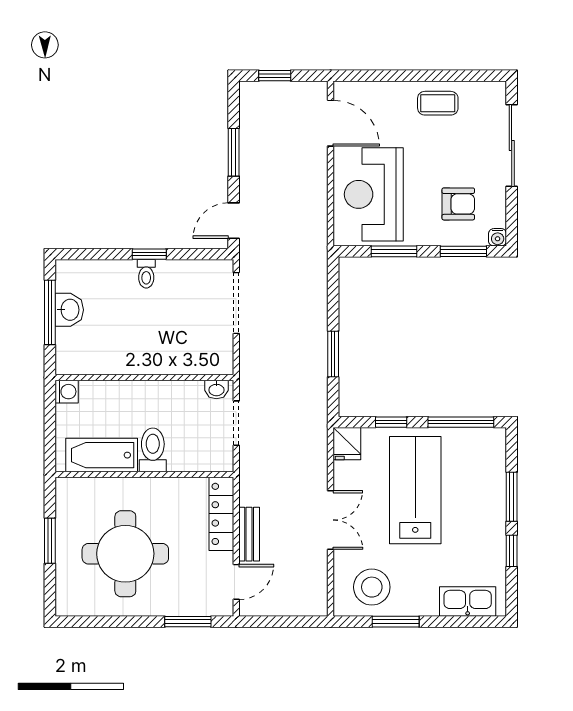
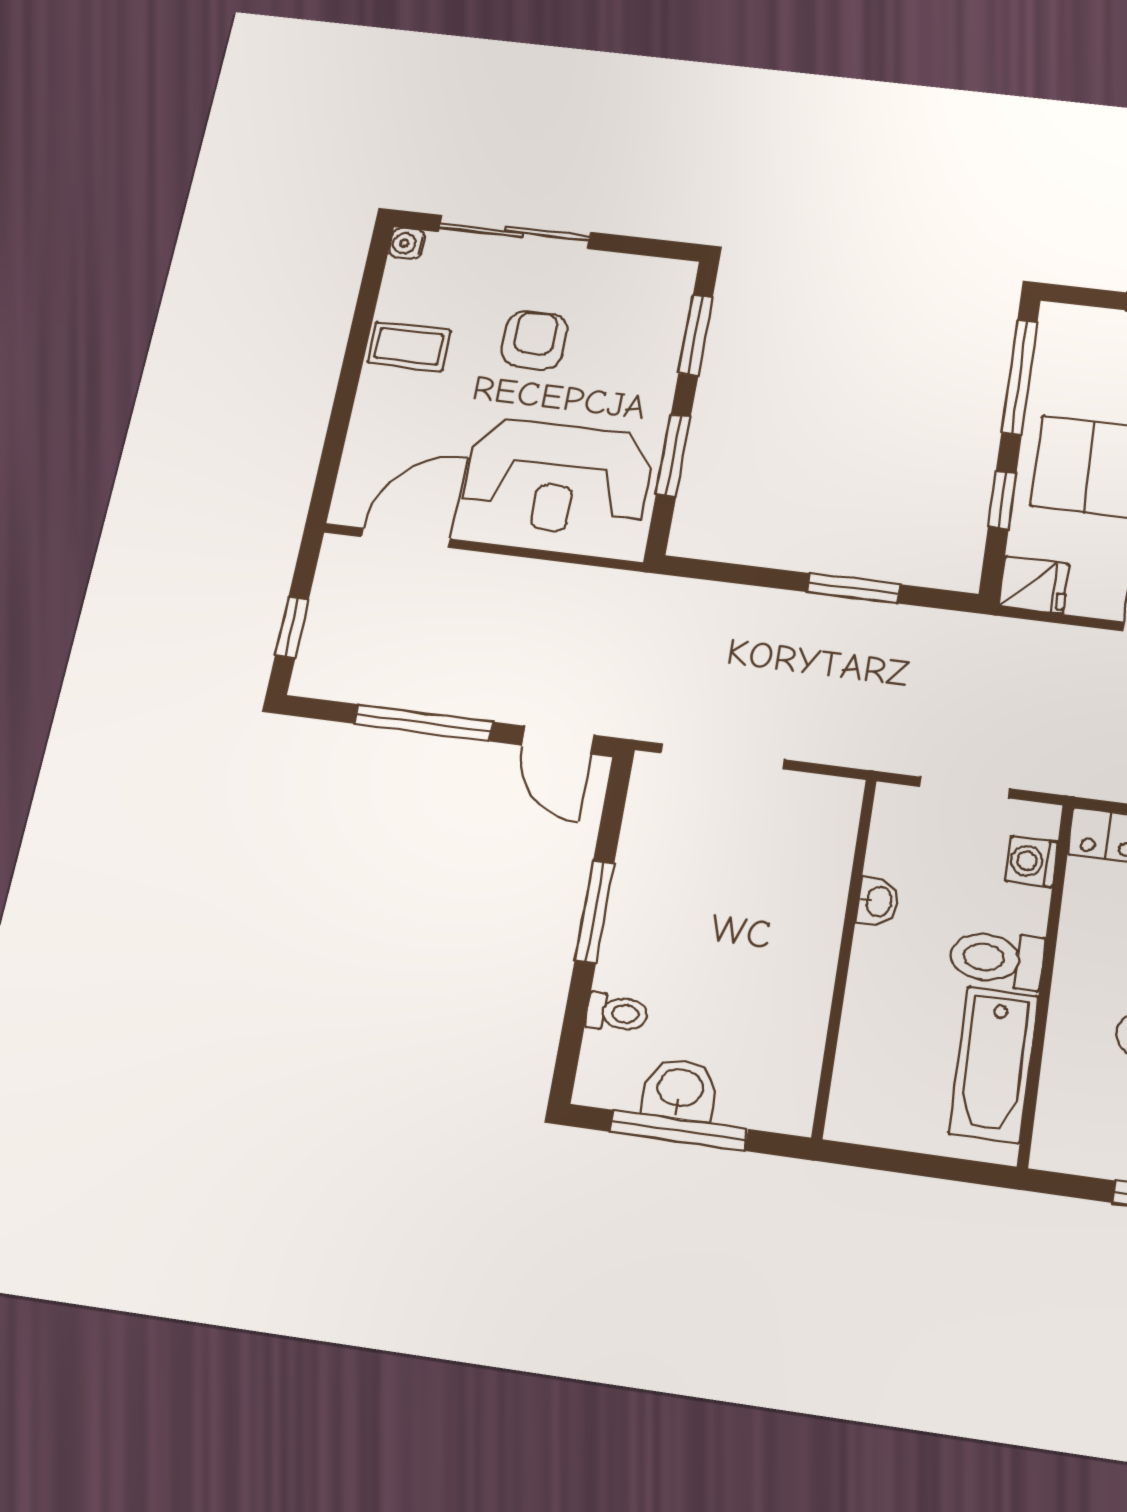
coffee table: (438, 103) -> (409, 347), turned 90
window: (234, 152) -> (424, 723), width x1.44
armchair: (458, 204) -> (535, 340), moved
water cooler: (498, 237) -> (407, 244), moved, turned 180
window: (149, 254) -> (594, 912), width x1.50
toilet: (146, 274) -> (617, 1013), moved
washbasin: (216, 389) -> (878, 902), moved
washing machine: (67, 392) -> (1031, 862), moved, turned -90

